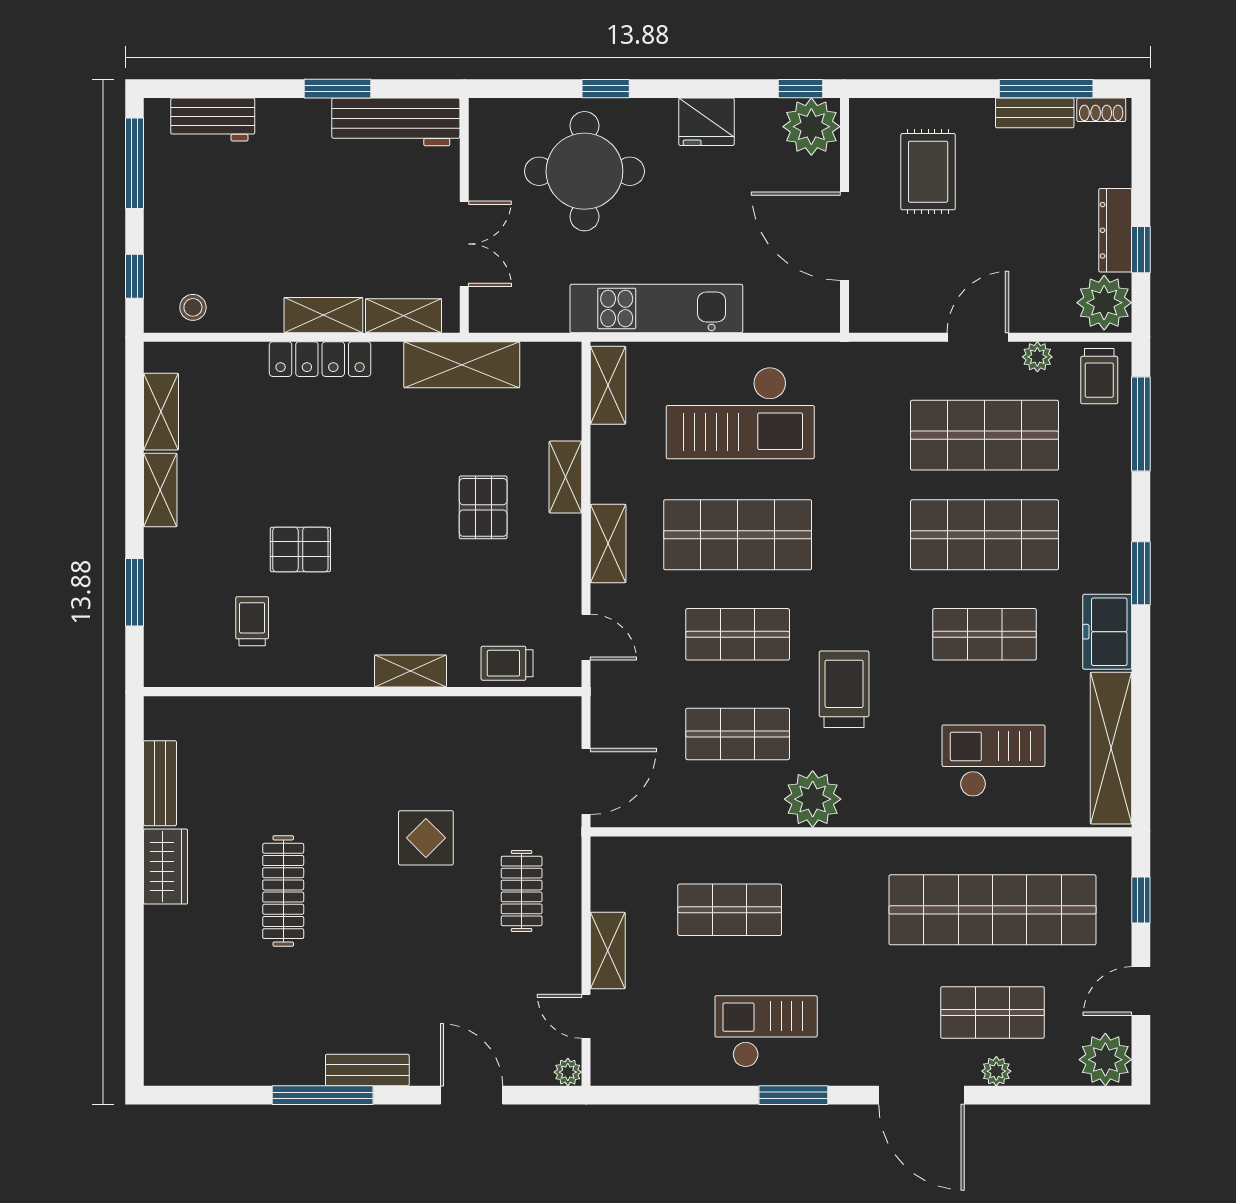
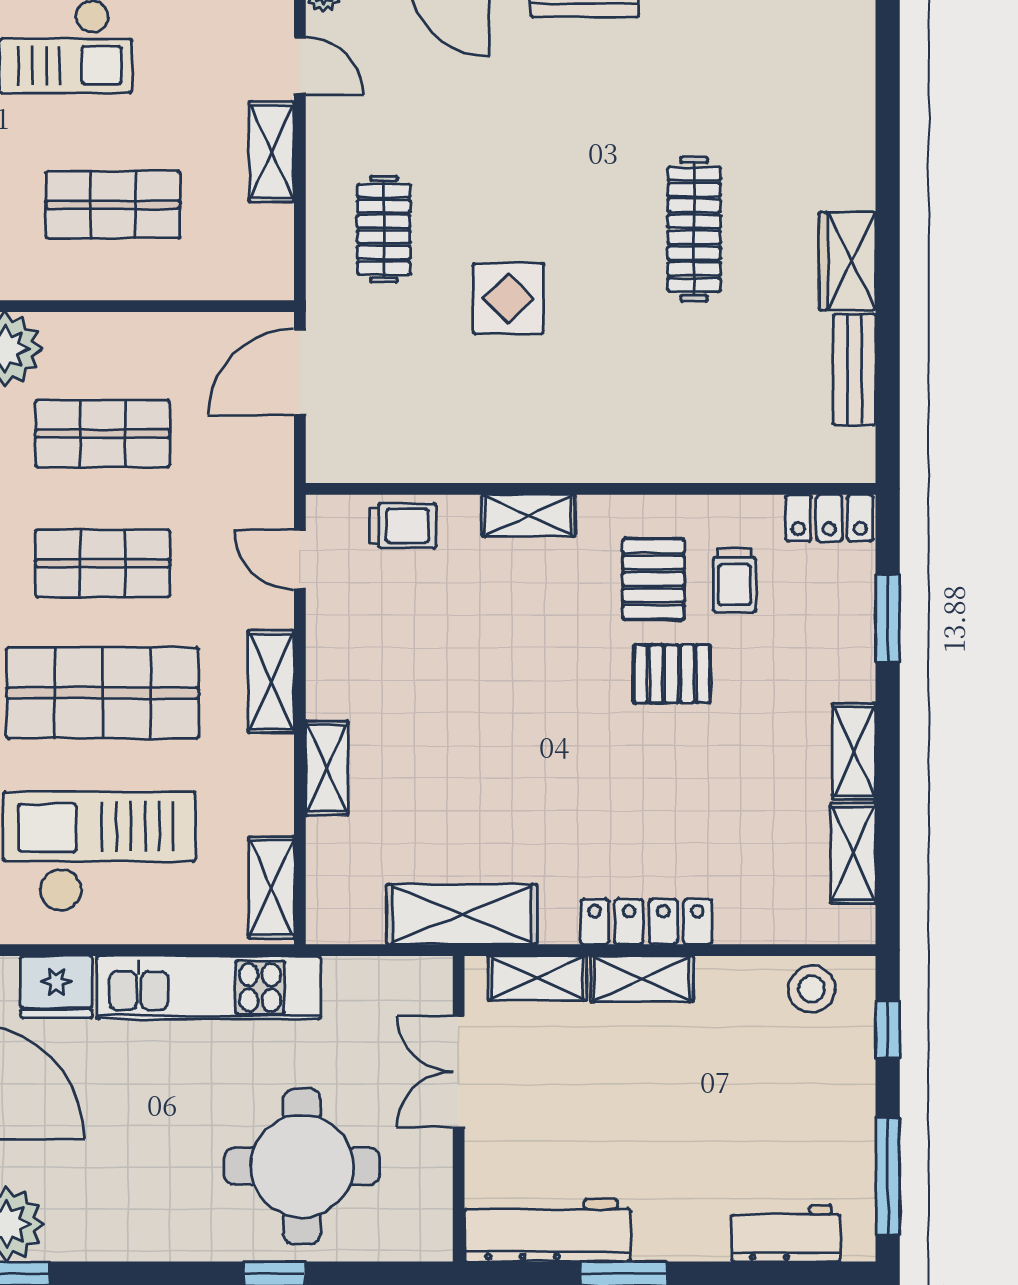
fridge: (706, 122) -> (56, 987), moved, turned 180
stool: (193, 307) -> (812, 989), width x1.37, depth x1.37
pallet: (483, 507) -> (654, 579), moved
locker: (179, 669) -> (829, 518), added

